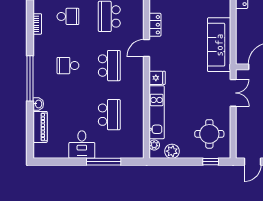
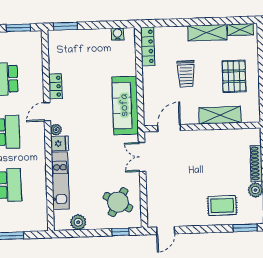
double door: (233, 93) -> (142, 157), swing flipped
round table: (209, 134) -> (118, 202), turned 30
plant: (154, 145) -> (56, 130), moved

